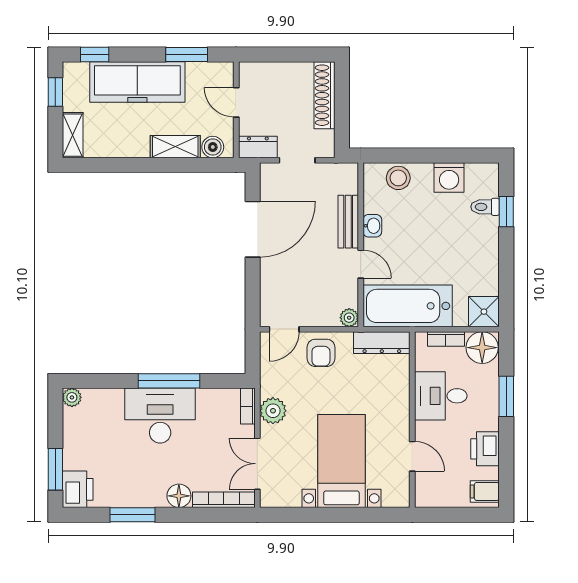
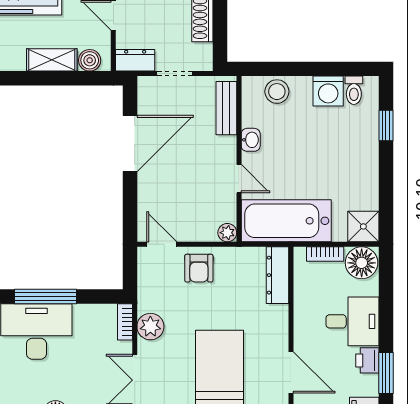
toilet: (485, 207) -> (354, 90), moved, turned -90
bench: (348, 222) -> (226, 108), moved
door: (284, 329) -> (162, 244), swing flipped
dresser: (382, 343) -> (278, 275), moved, turned 90
desk: (441, 396) -> (352, 321), moved, turned 180
window: (506, 396) -> (386, 373), moved
printer: (485, 449) -> (367, 360), width x0.73, depth x0.81
door: (412, 456) -> (291, 373), width x1.38

